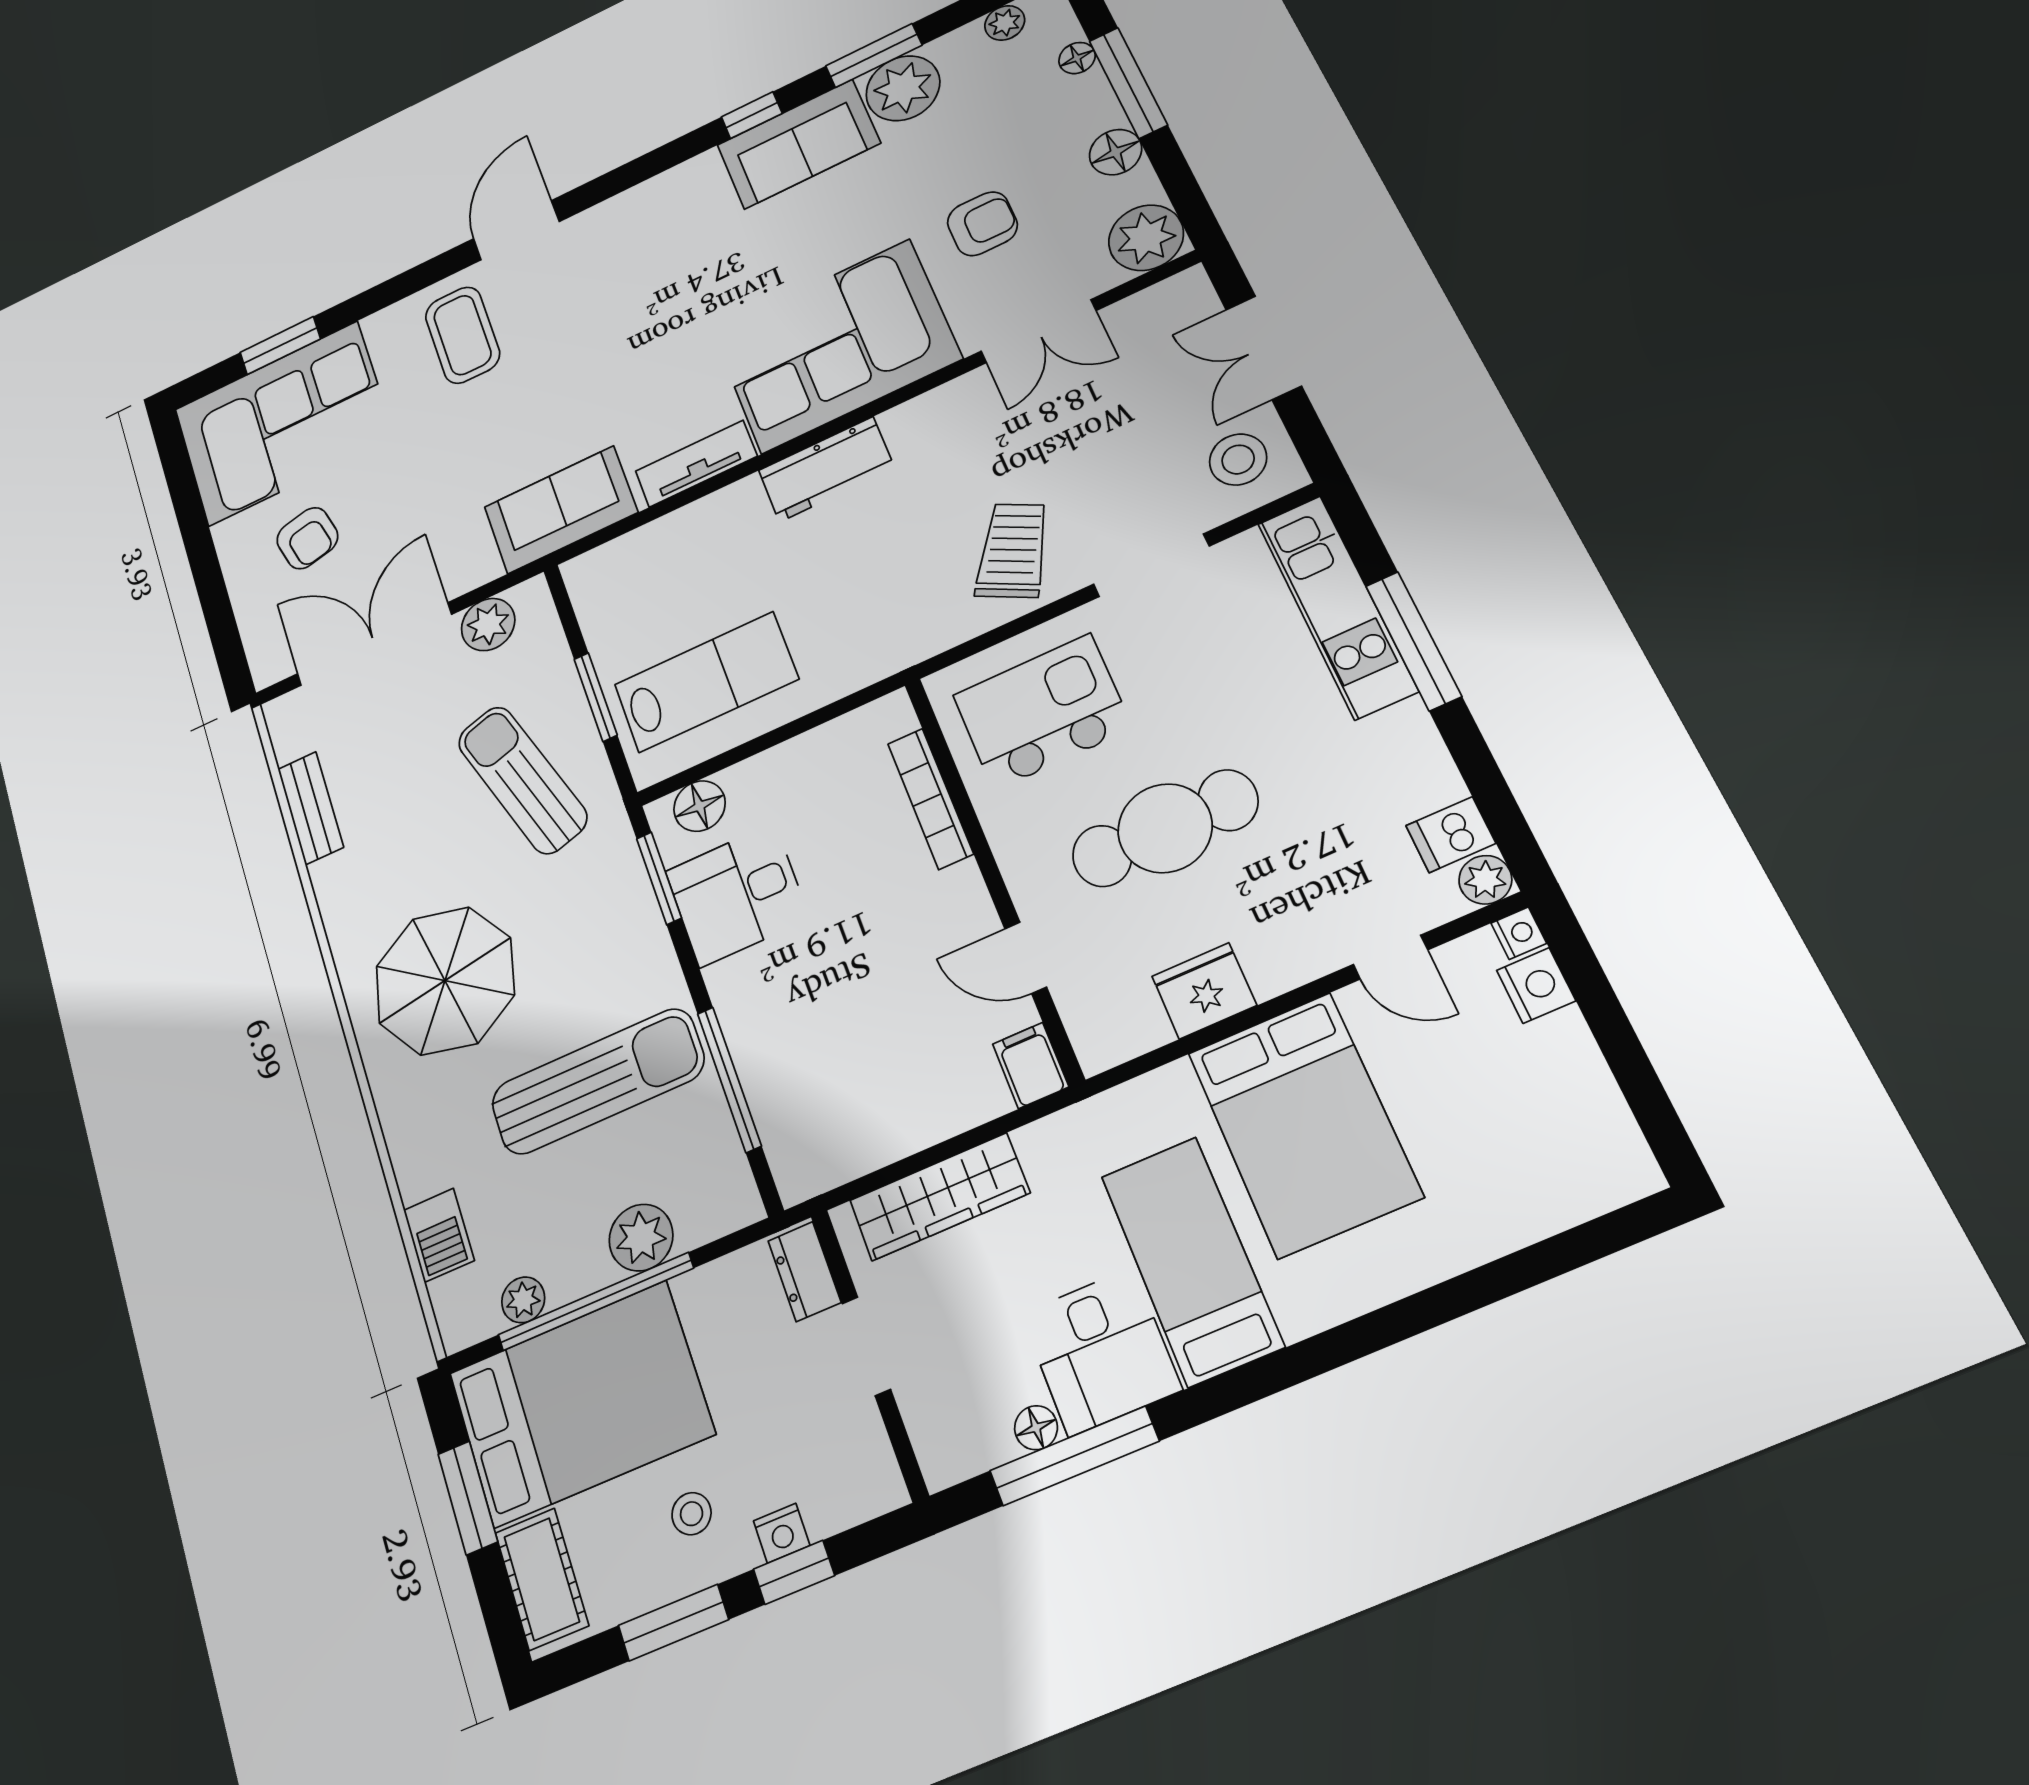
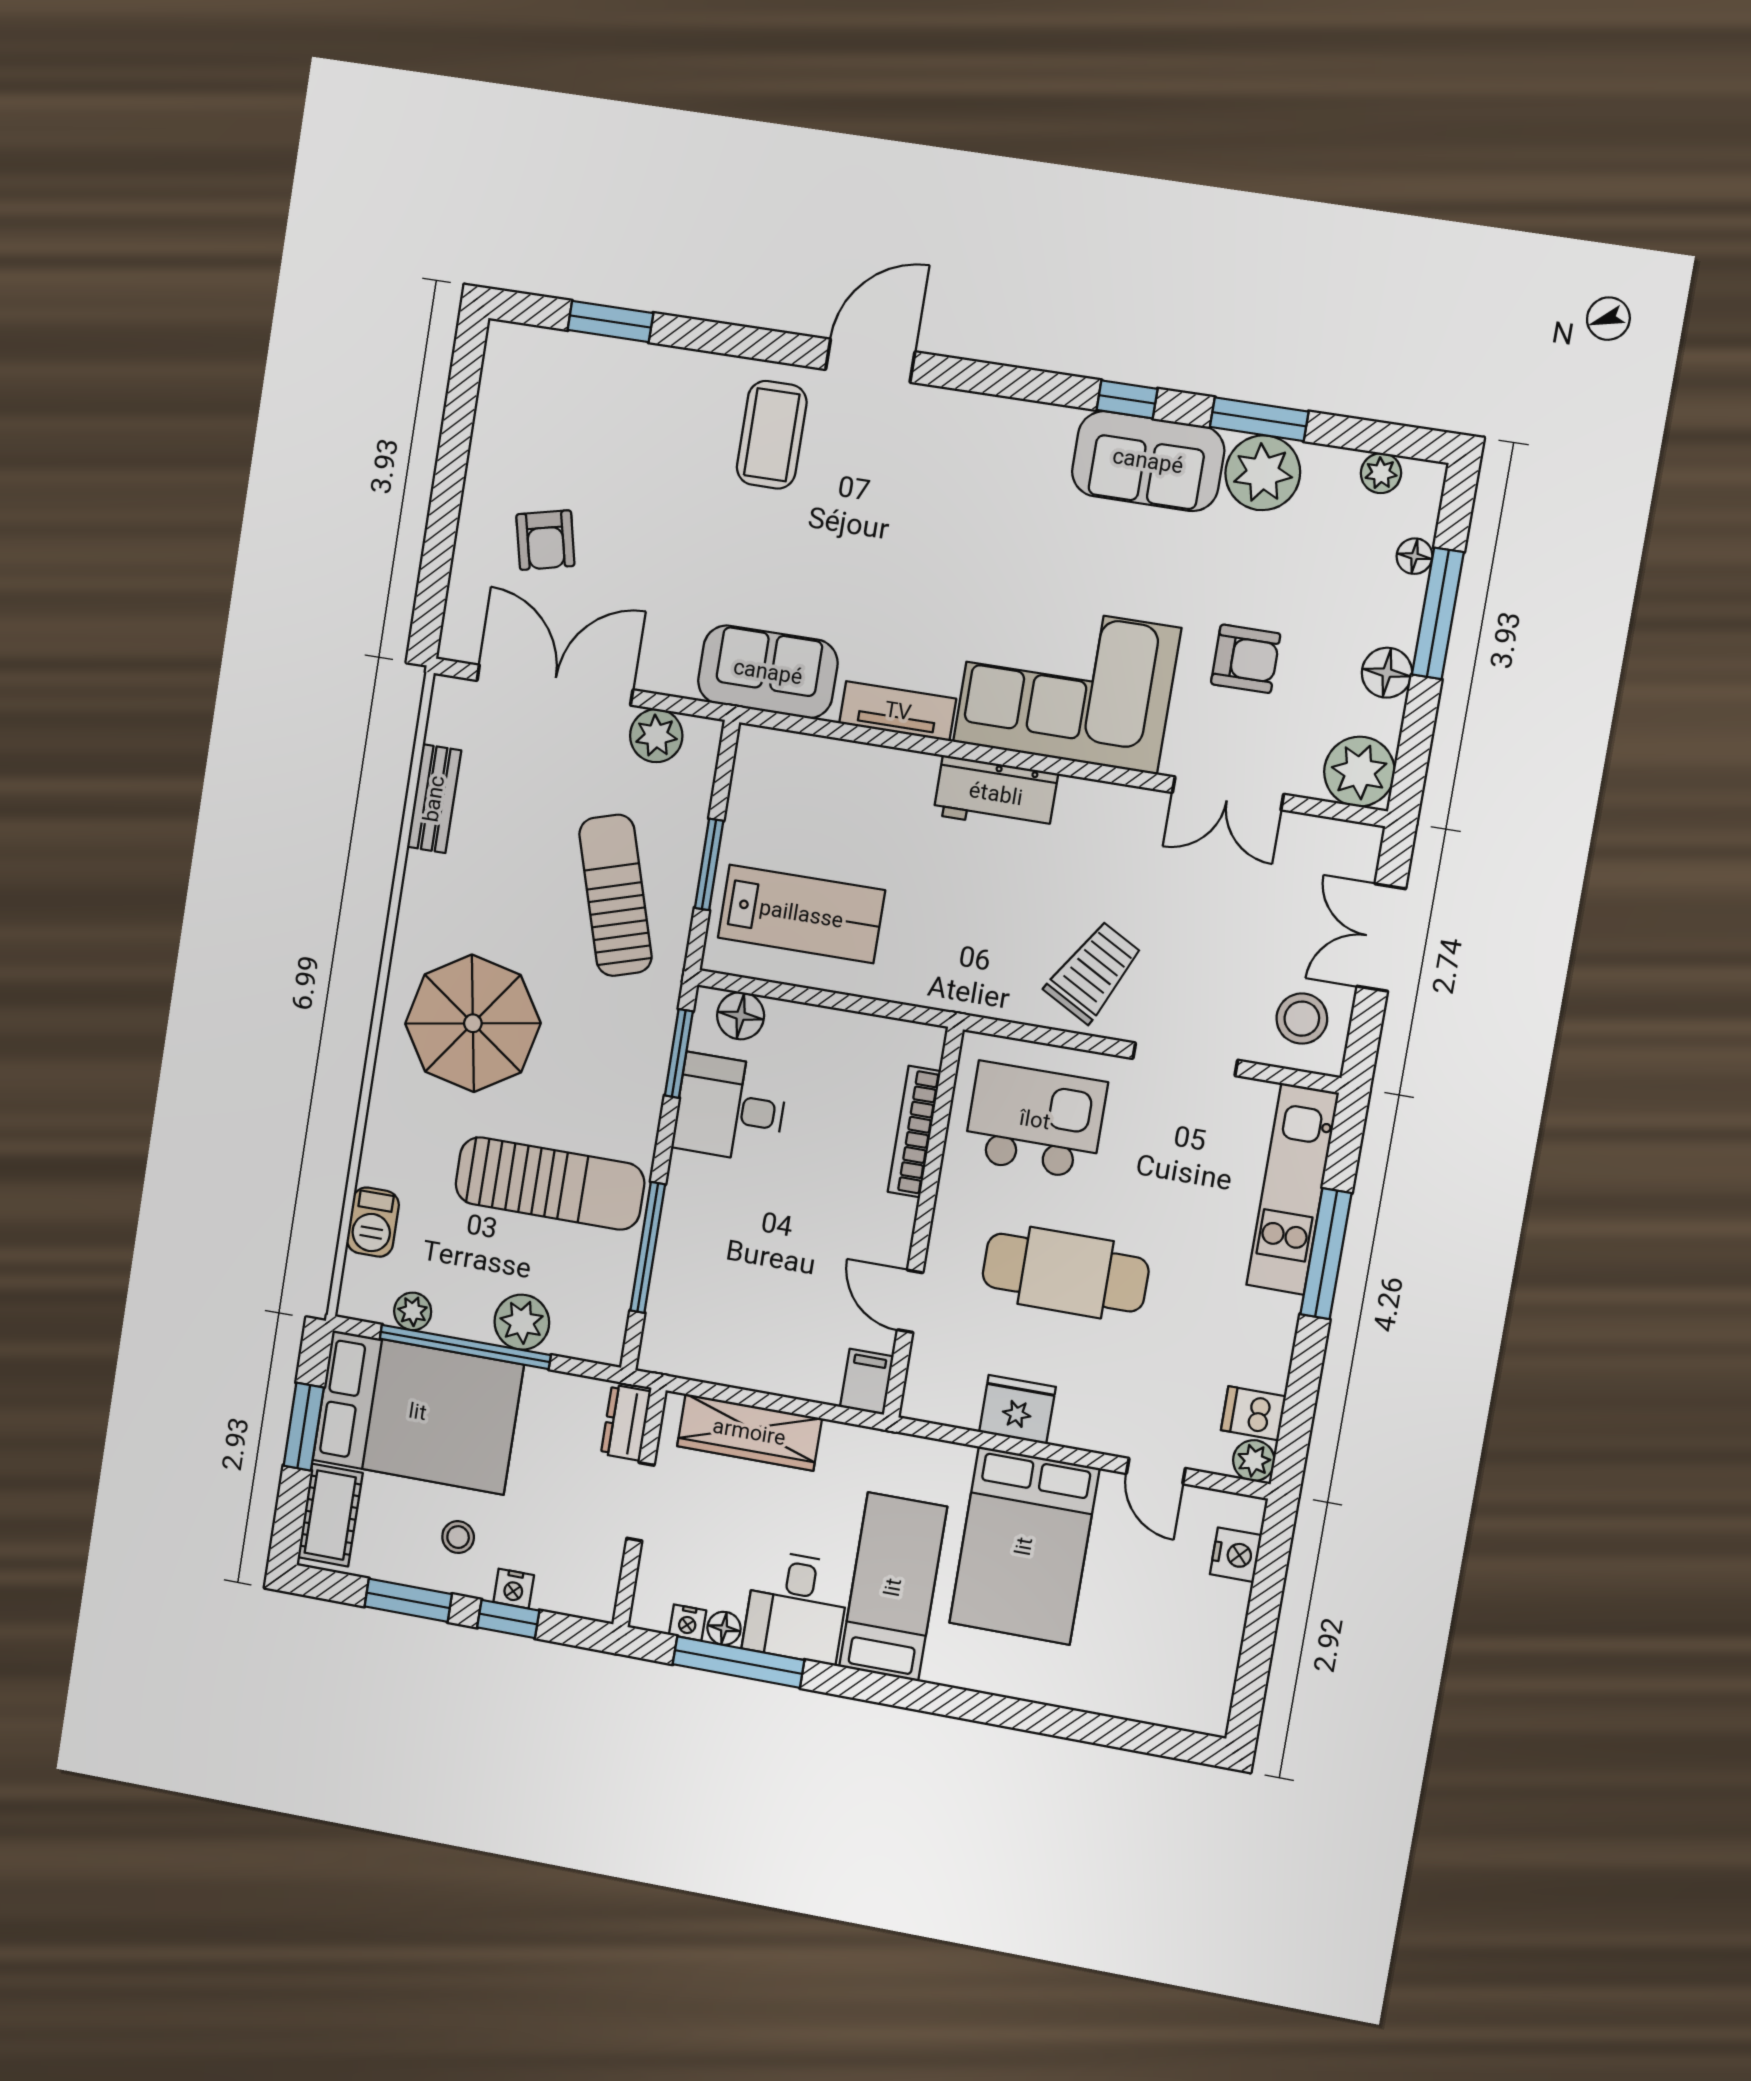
corner sofa: (284, 423) -> (577, 406), removed
nightstand: (1519, 933) -> (688, 1623), moved, turned 90

